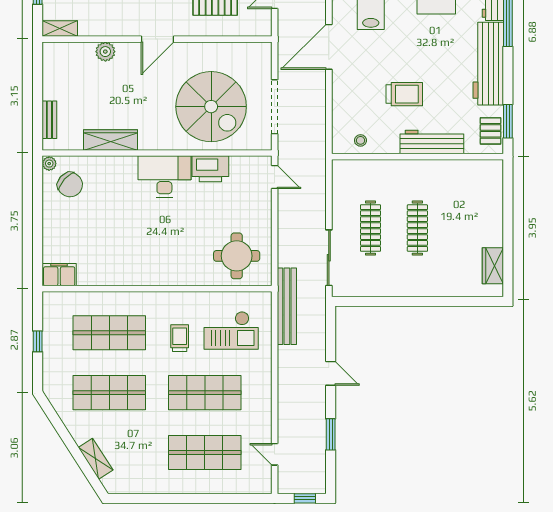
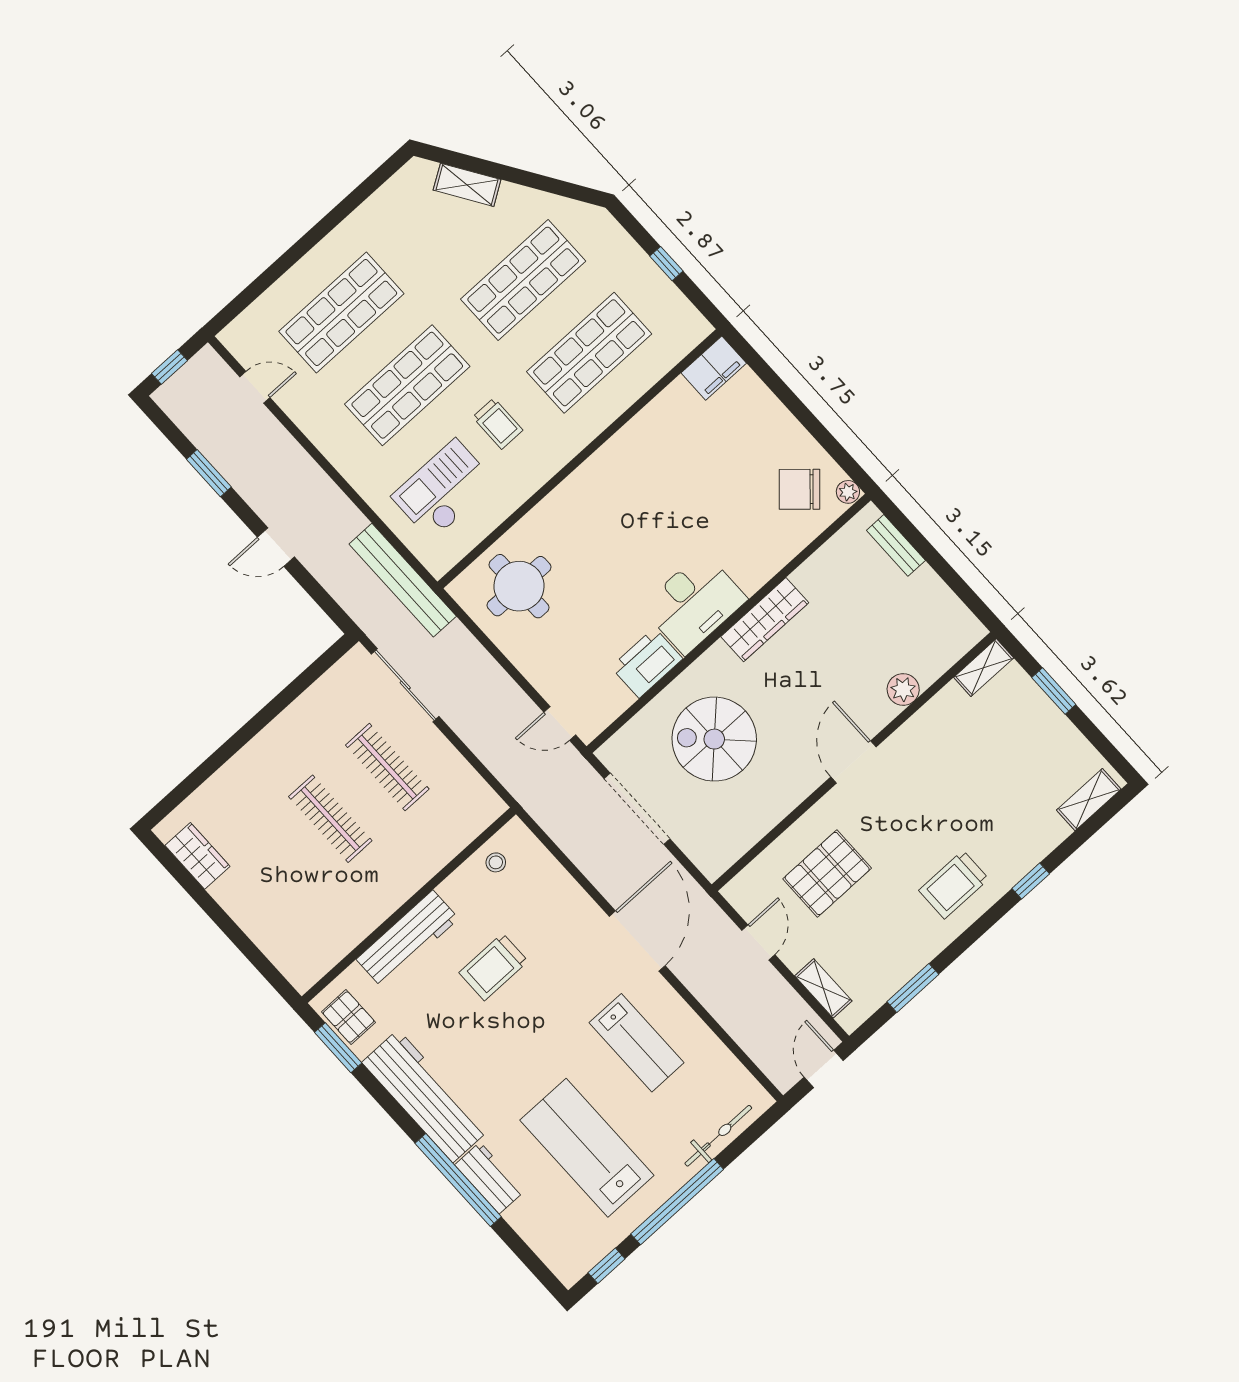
spiral stairs: (211, 107) -> (714, 739), width x0.73, depth x0.73
wardrobe: (110, 140) -> (765, 620), moved

